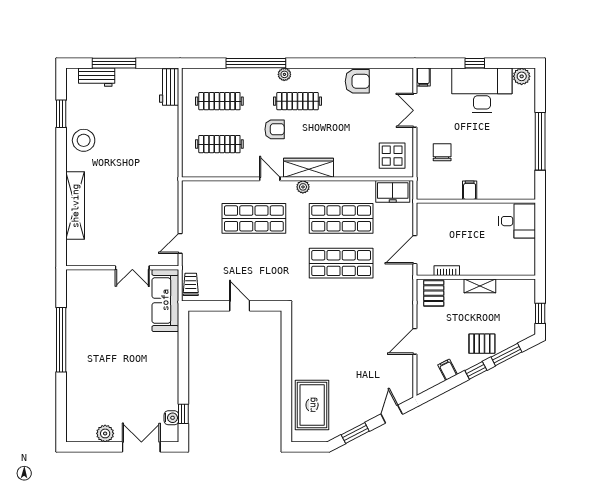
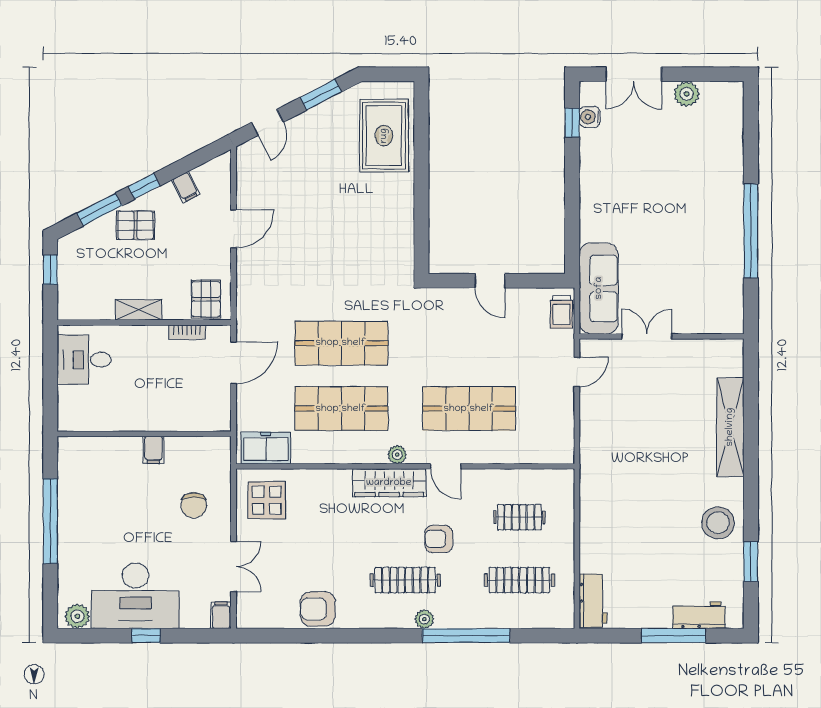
clothes rail: (219, 144) -> (519, 517), width x0.73
desk: (517, 221) -> (84, 360), moved

